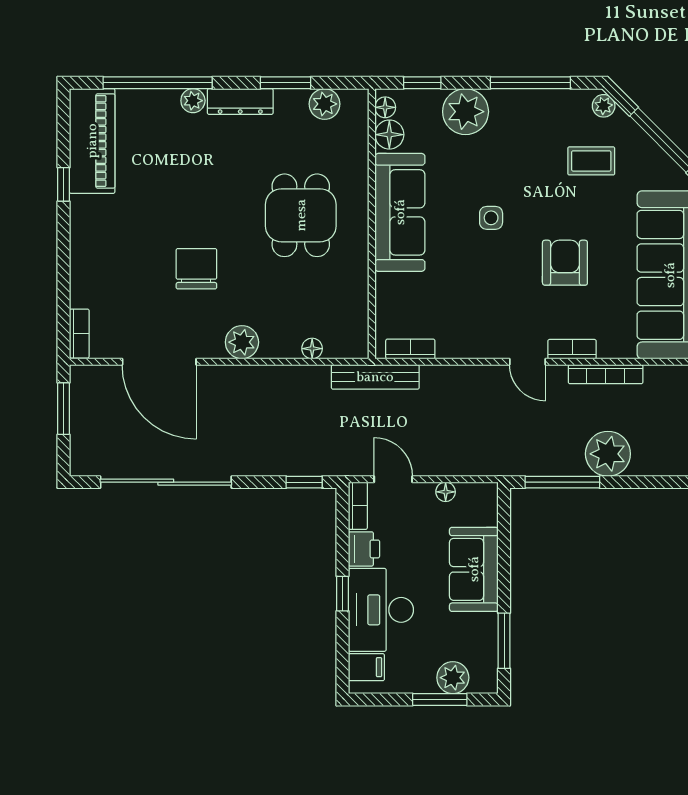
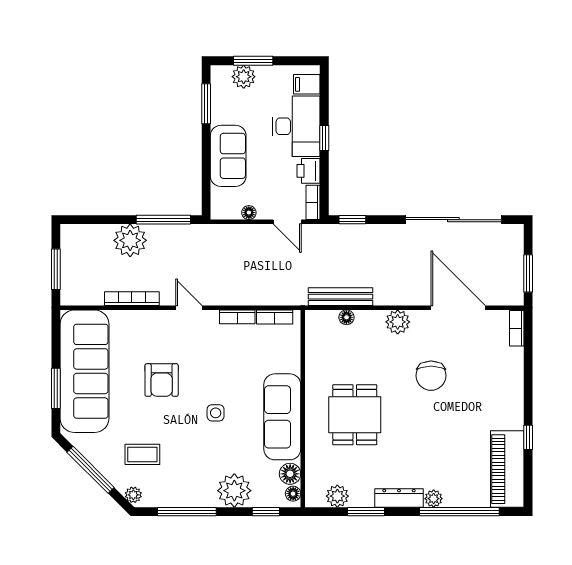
bookcase: (572, 349) -> (237, 317), moved
bench: (375, 377) -> (340, 297), moved

